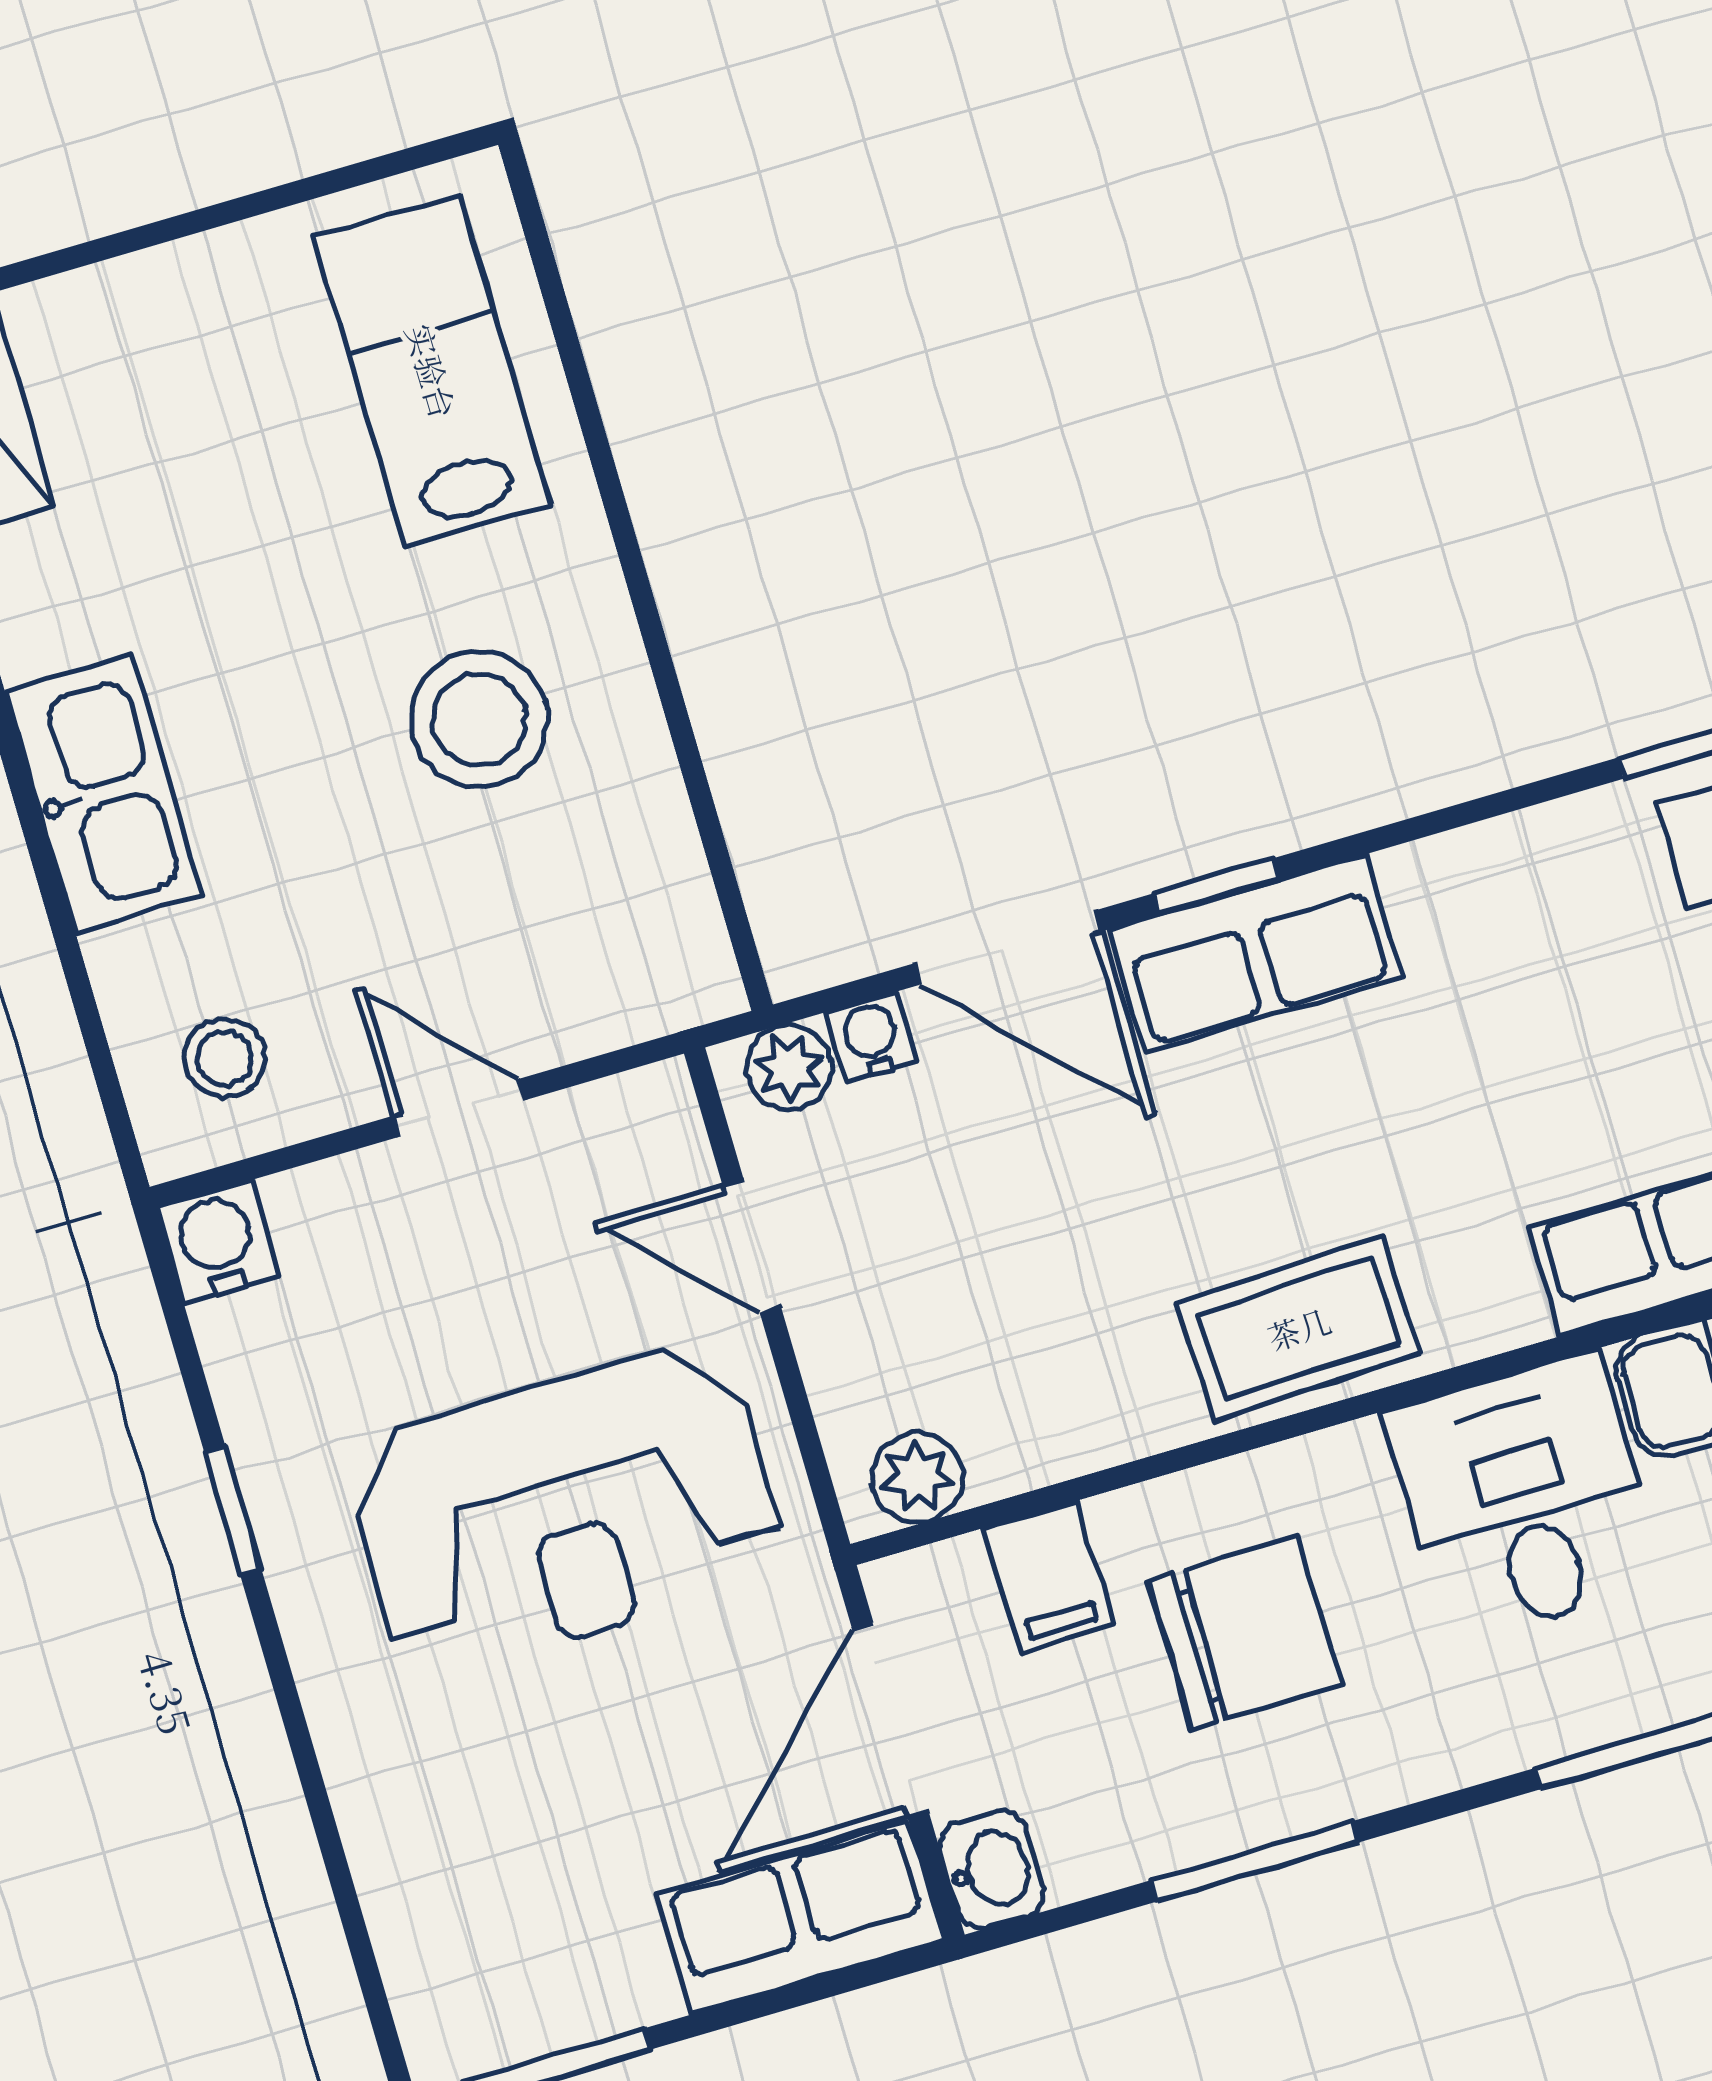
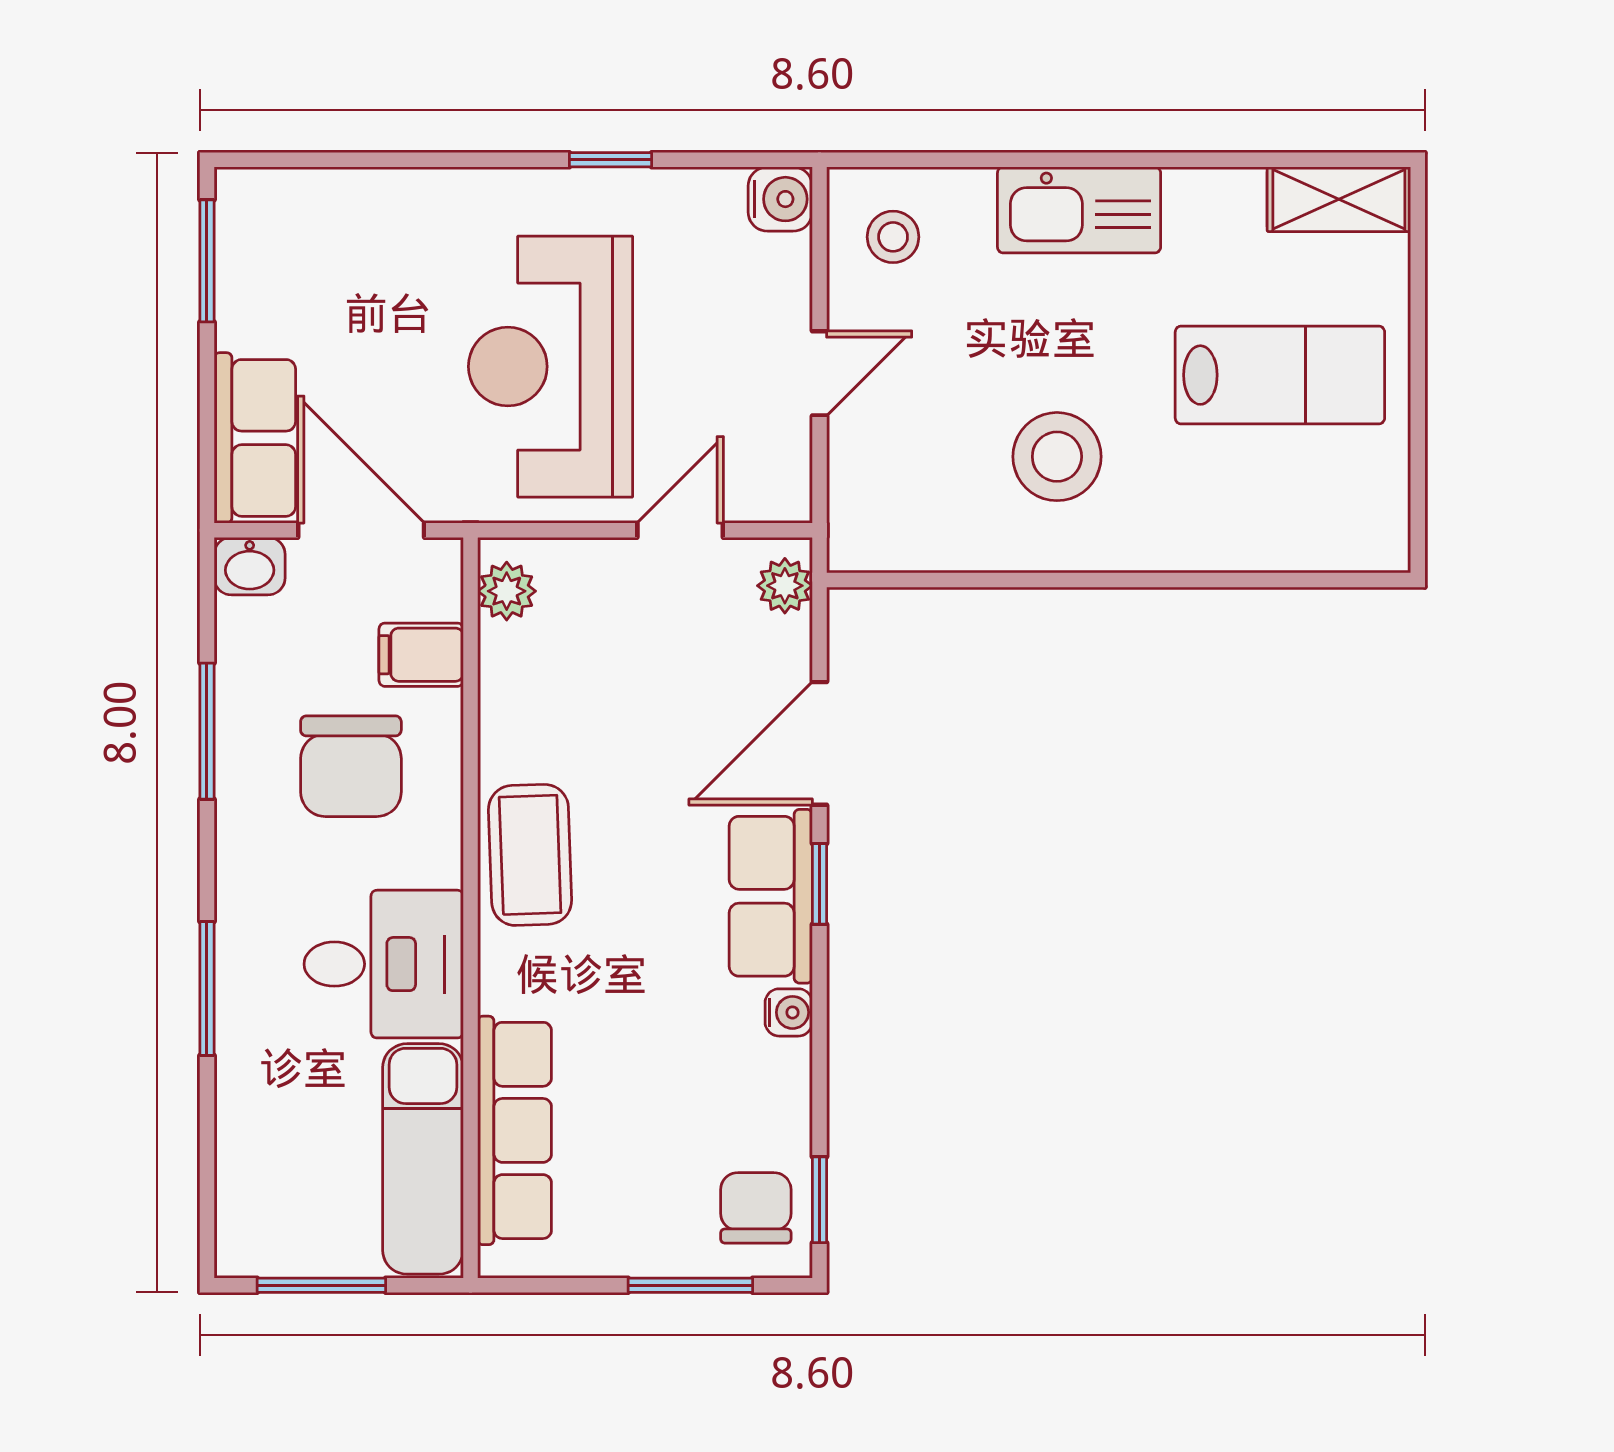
lab bench: (432, 371) -> (1280, 375), moved
water cooler: (871, 1037) -> (789, 1012), moved

